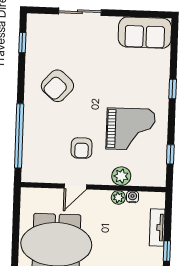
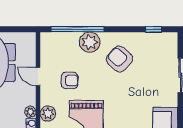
plant: (36, 122) -> (90, 42), added
armchair: (82, 148) -> (70, 80), turned 180

